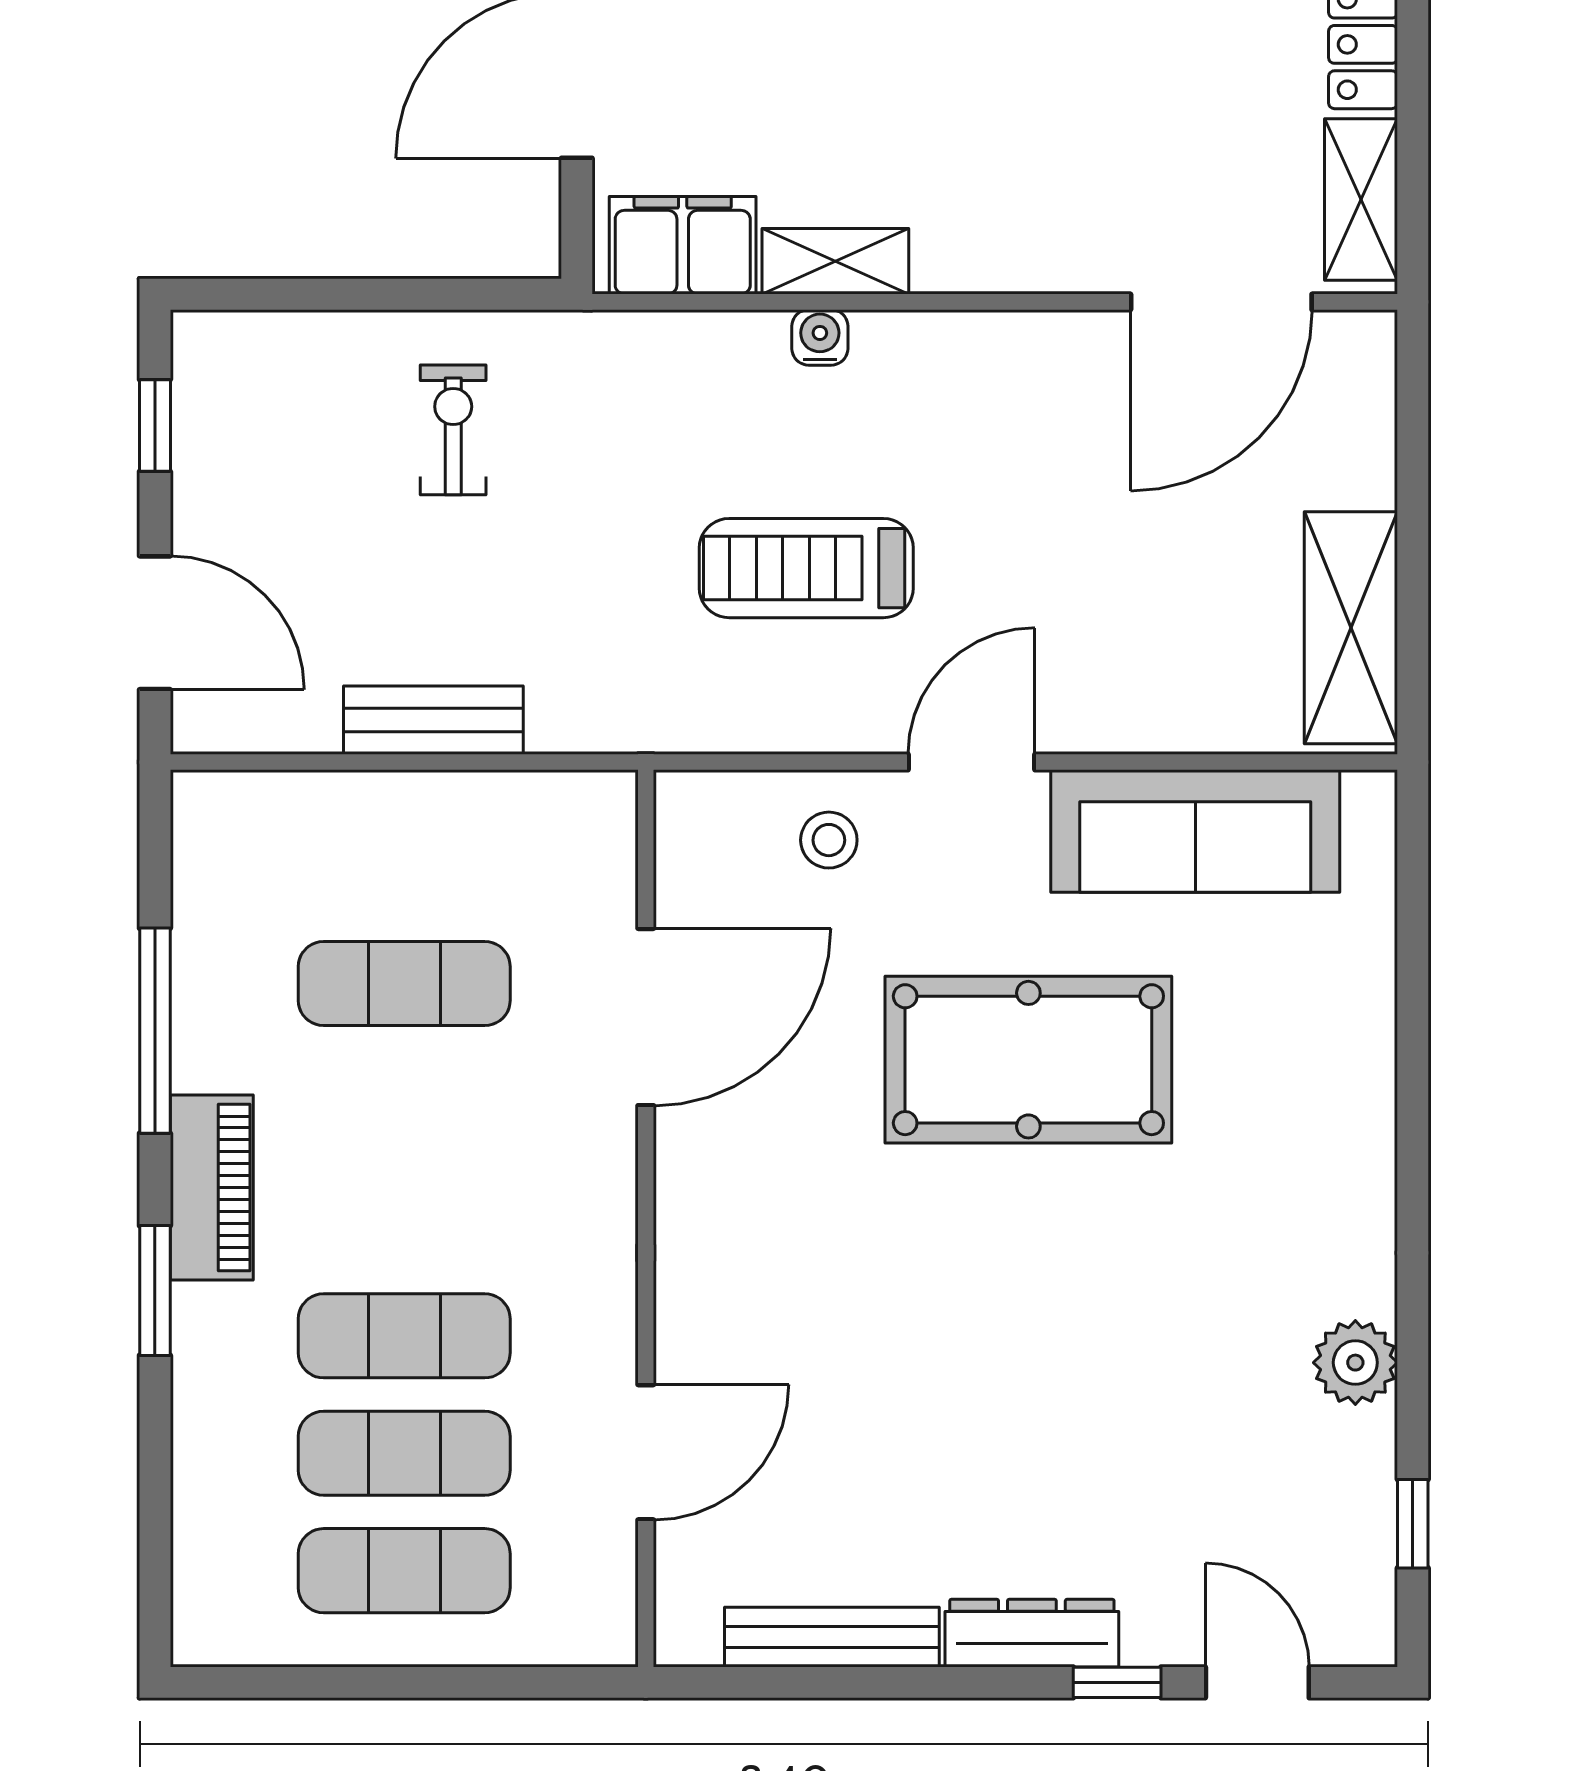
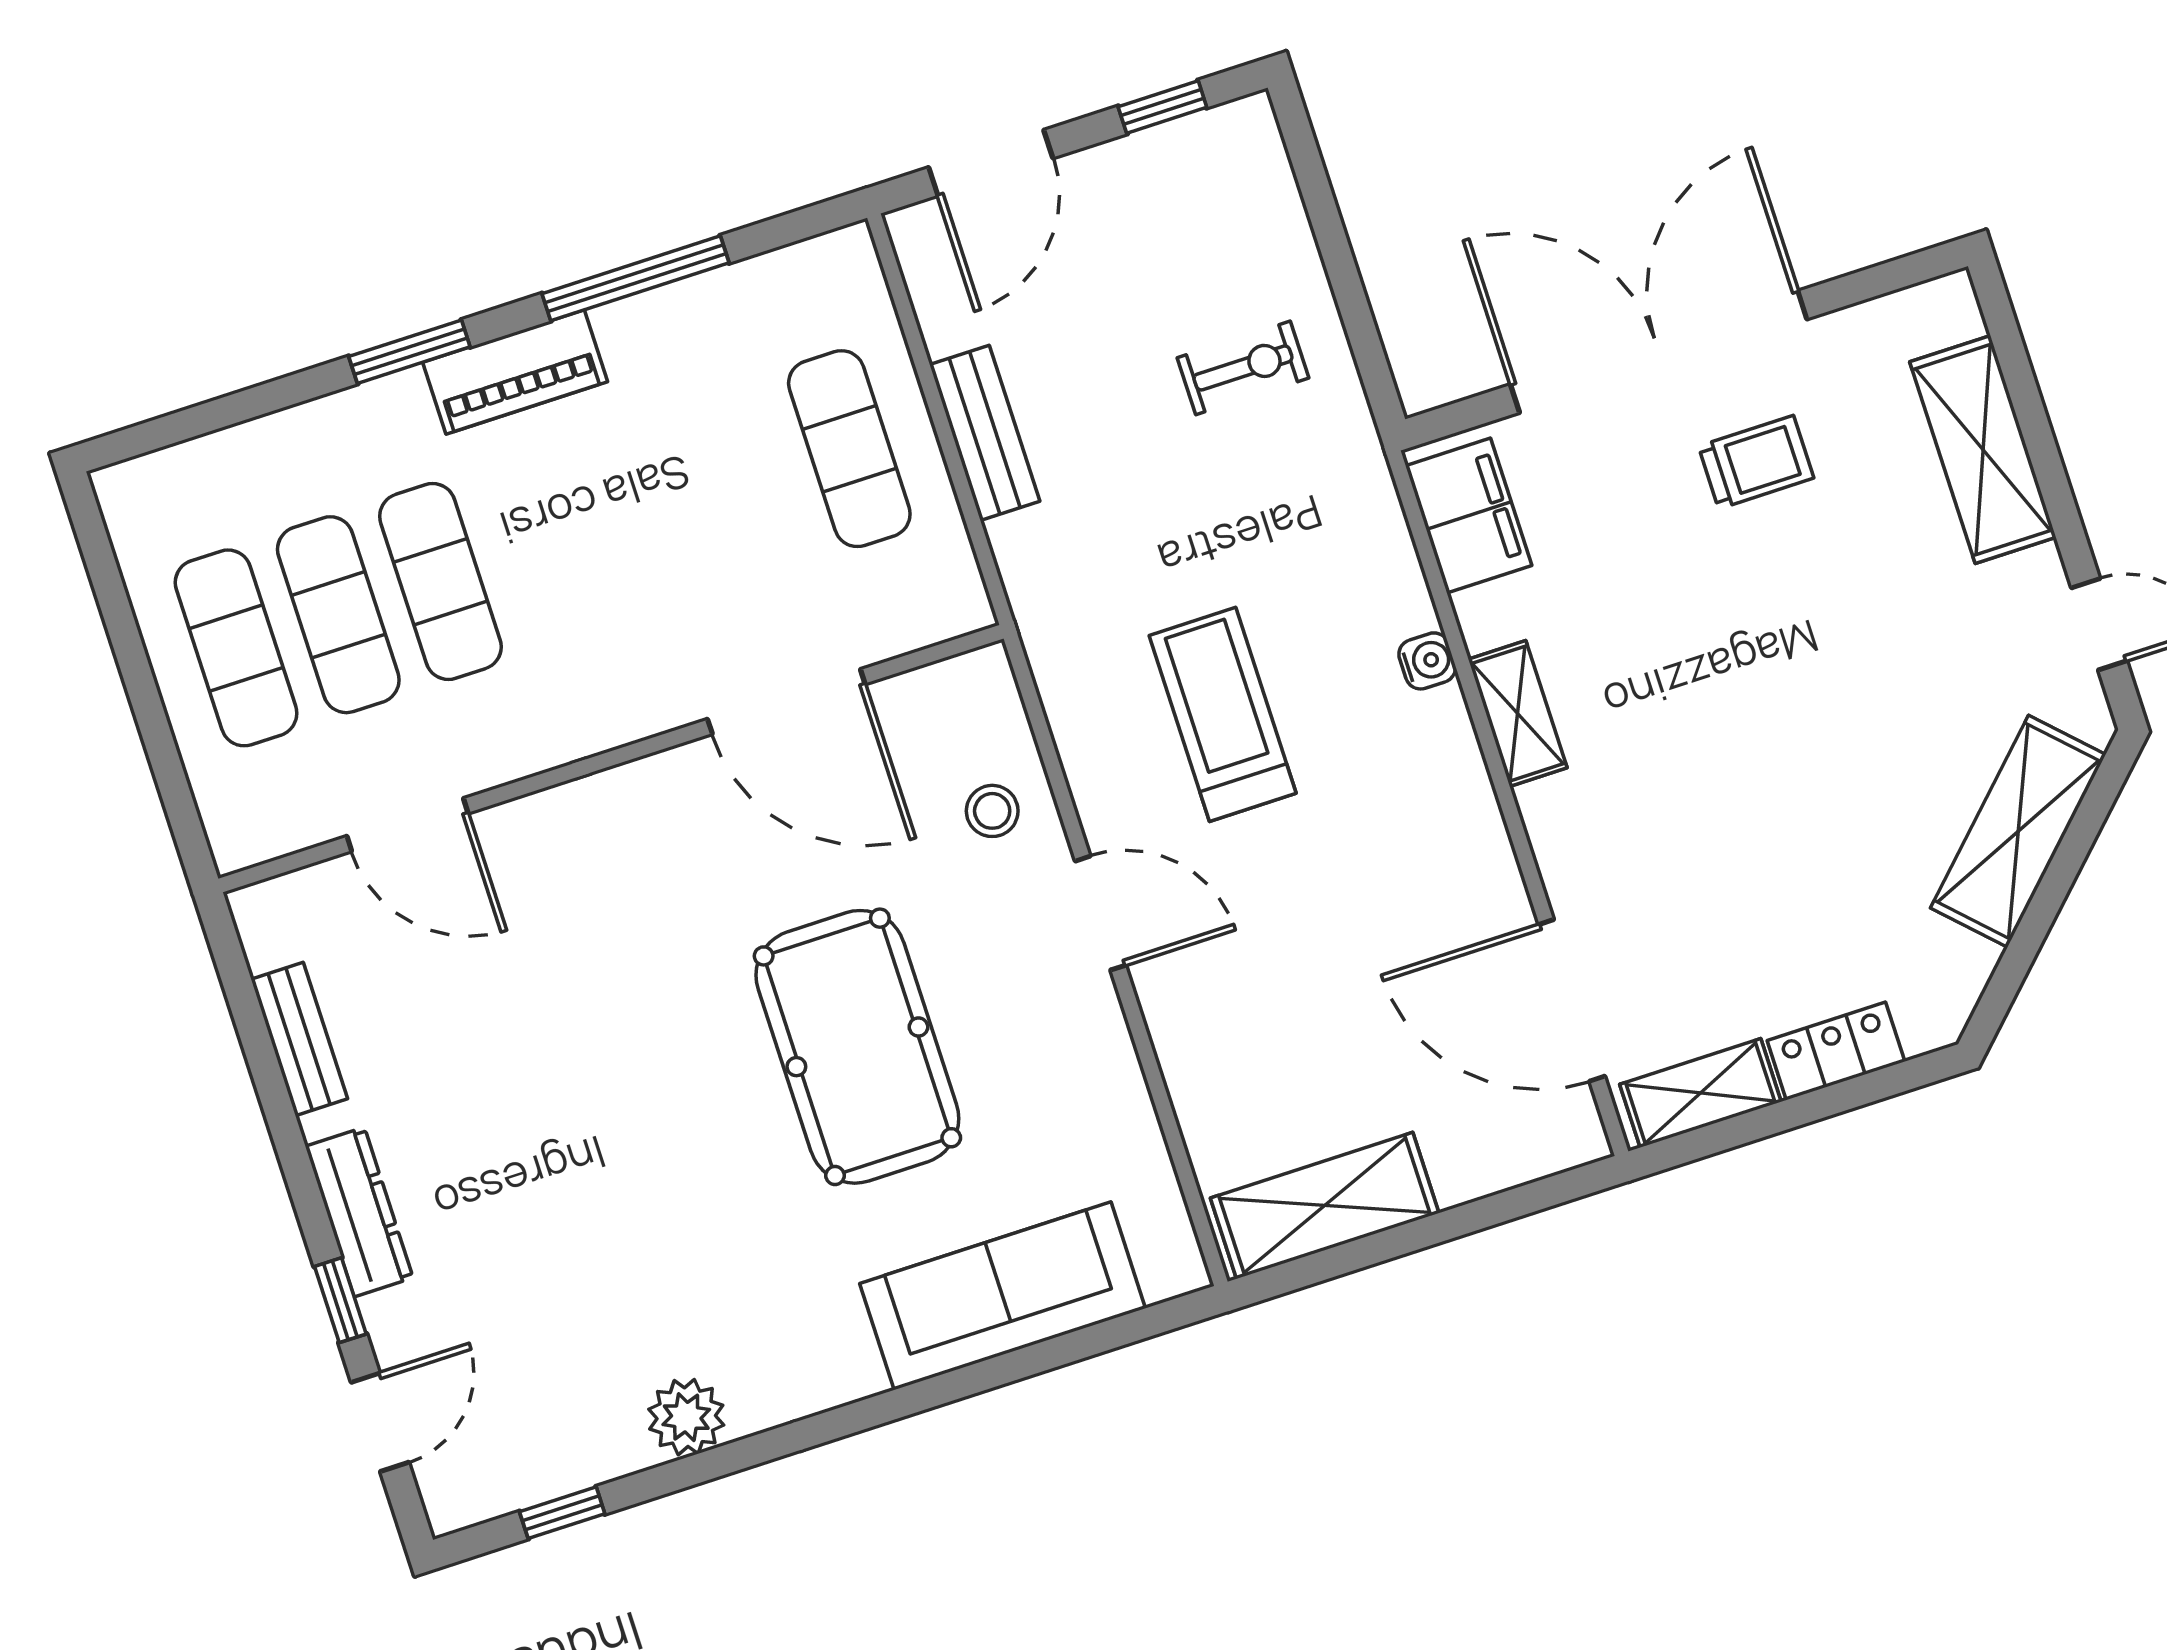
shelving: (835, 261) -> (1518, 714), moved
sofa: (1195, 831) -> (1003, 1296), moved, turned 90
exercise mat: (404, 984) -> (849, 449), moved
bench: (832, 1637) -> (299, 1039), width x0.73

